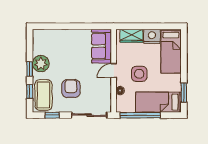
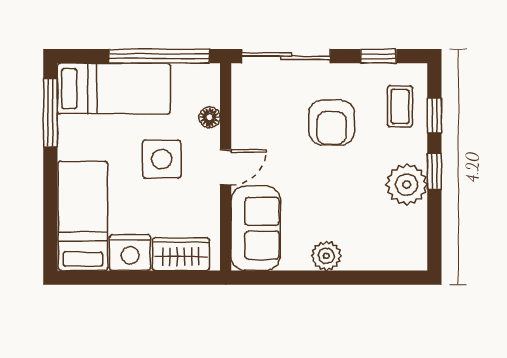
plant: (73, 35) -> (326, 256), added
window: (184, 93) -> (50, 113), width x1.44
coffee table: (43, 95) -> (400, 107), width x0.54, depth x0.58

